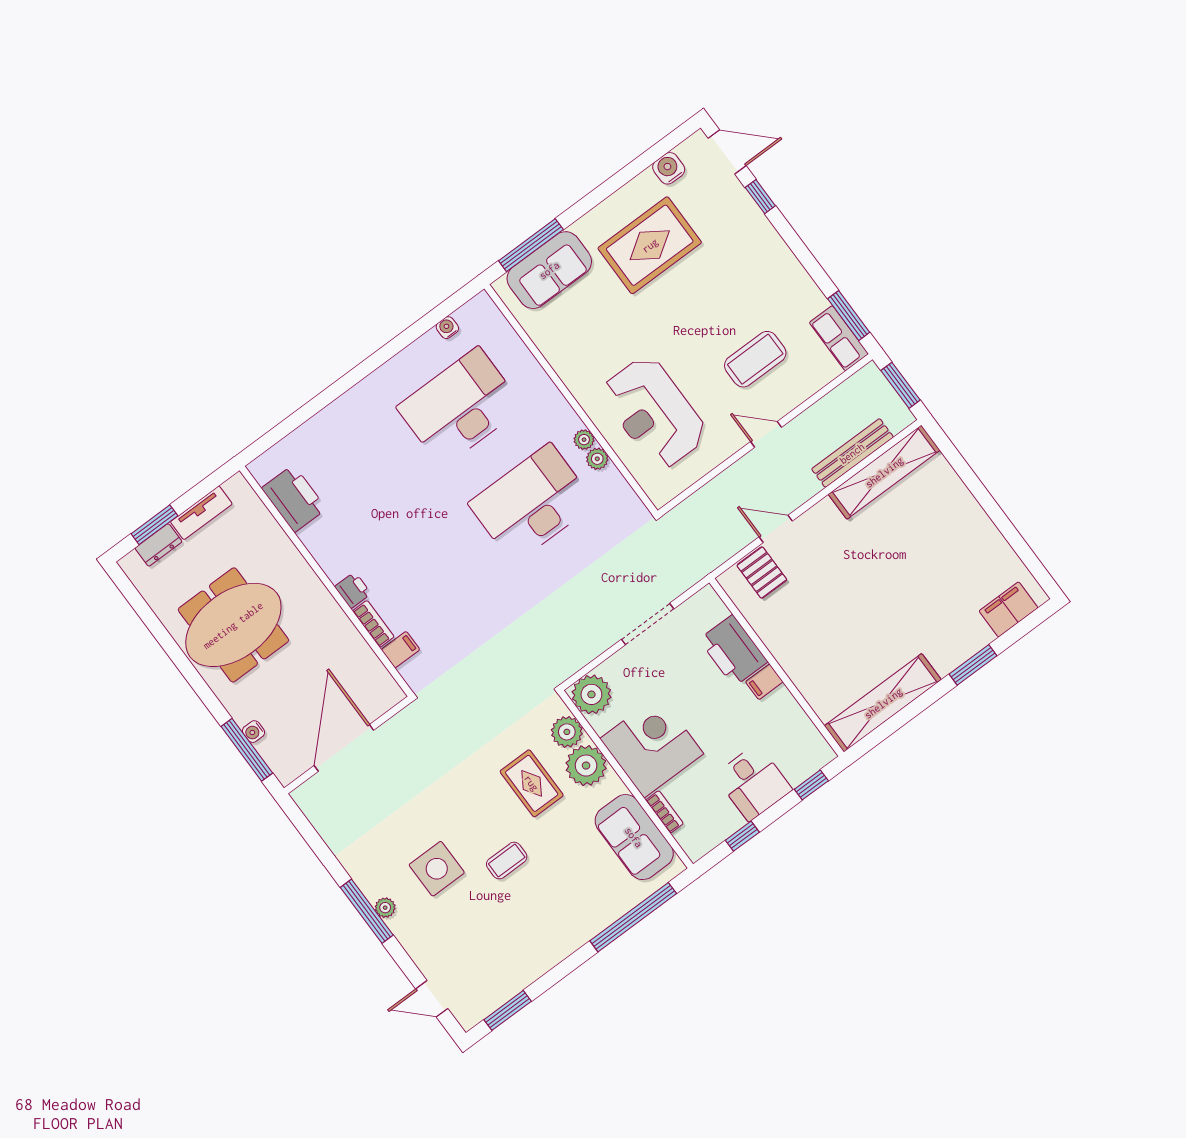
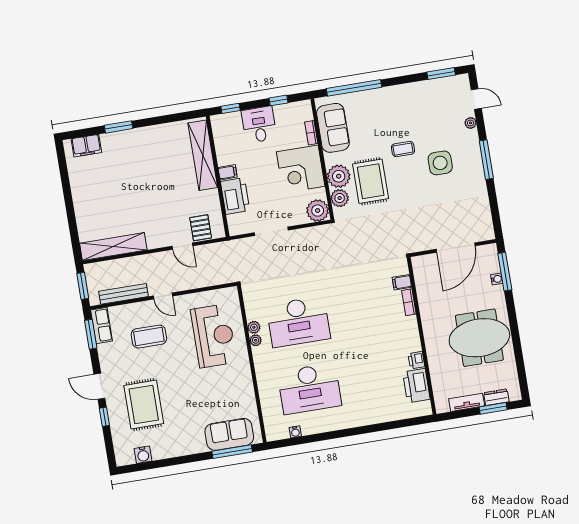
door: (727, 152) -> (99, 386), moved
rug: (650, 245) -> (144, 405), moved, turned 90
bench: (852, 453) -> (123, 294), moved
printer: (353, 590) -> (416, 360), moved
shelving: (883, 703) -> (203, 155), moved, turned 90
rug: (532, 783) -> (371, 181), width x1.36, depth x1.43
plant: (385, 908) -> (471, 123), moved

